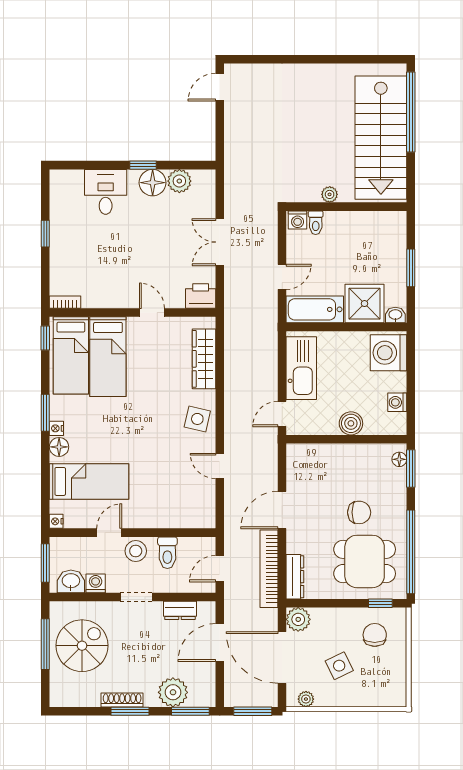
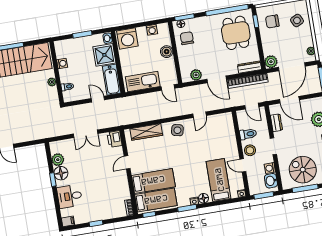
filing cabinet: (58, 181) -> (68, 221), added
washing machine: (298, 220) -> (62, 63), moved
plant: (297, 472) -> (196, 75), added
chair: (359, 512) -> (187, 38), moved
side table: (339, 666) -> (297, 20), moved

